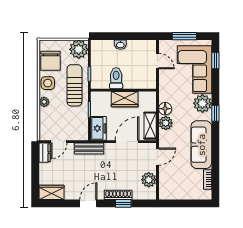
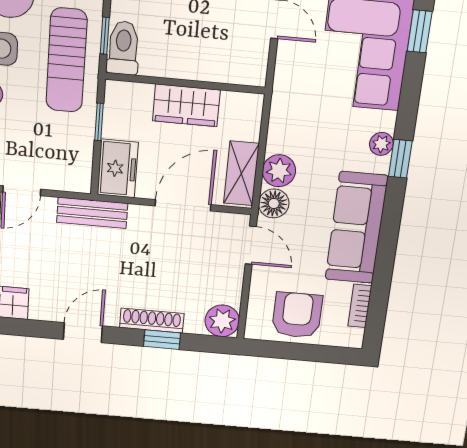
toilet: (116, 78) -> (123, 48), moved
sun lounger: (74, 85) -> (66, 60), turned 180
plant: (202, 103) -> (381, 144), width x0.53, depth x0.53
floor lamp: (165, 109) -> (274, 204), moved
door: (157, 157) -> (251, 245), hinge flipped
plant: (149, 180) -> (222, 321), moved
armchair: (181, 186) -> (297, 315), added

